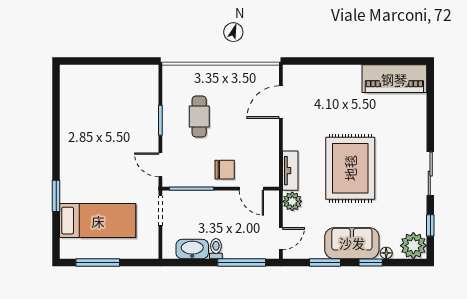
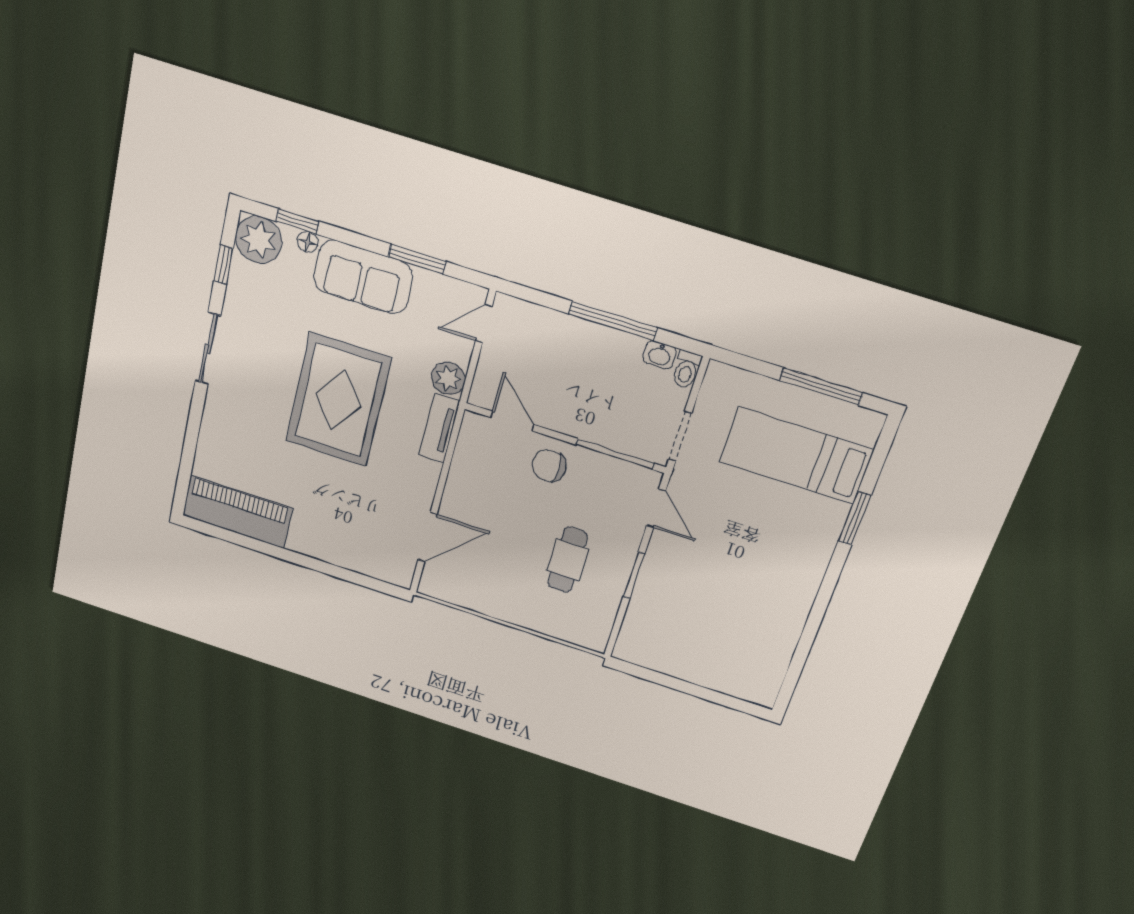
washbasin: (192, 249) -> (660, 355), width x0.52, depth x0.69
toilet: (216, 249) -> (686, 370), moved
window: (242, 262) -> (613, 321), moved
window: (371, 262) -> (298, 221), moved

